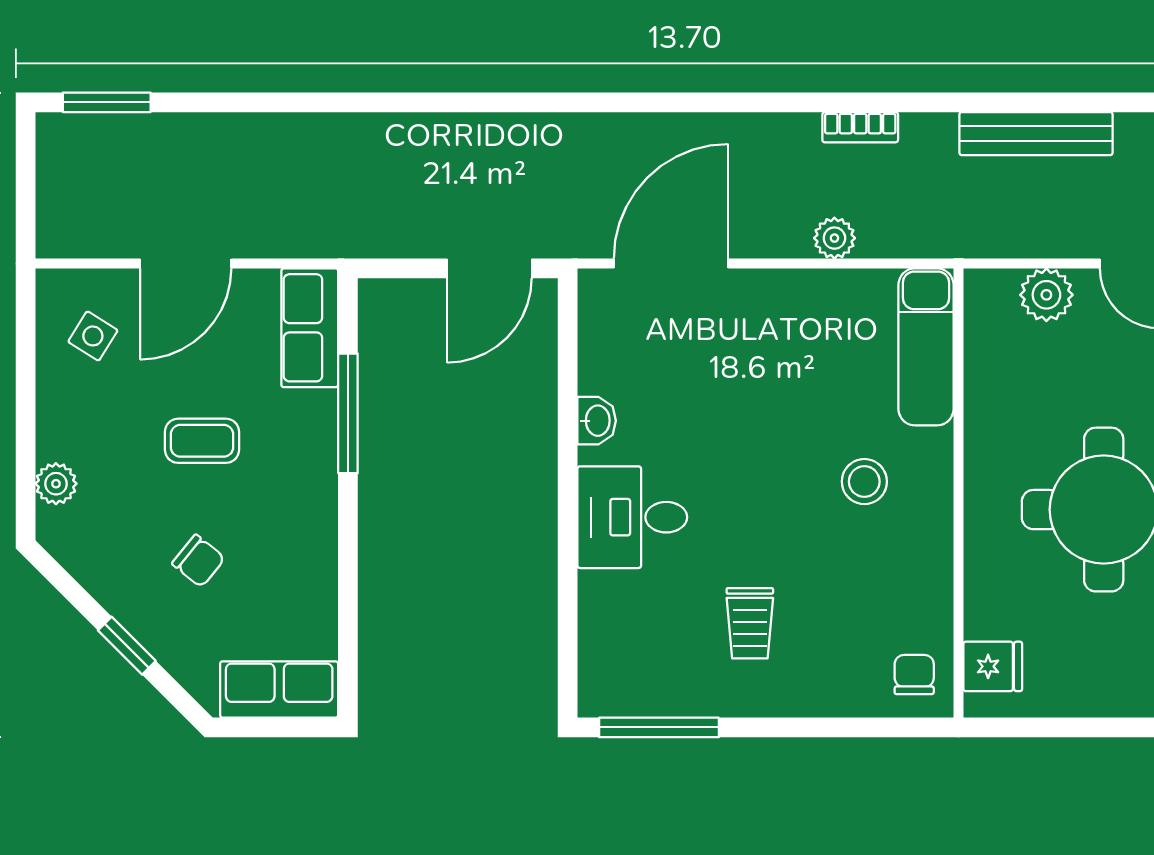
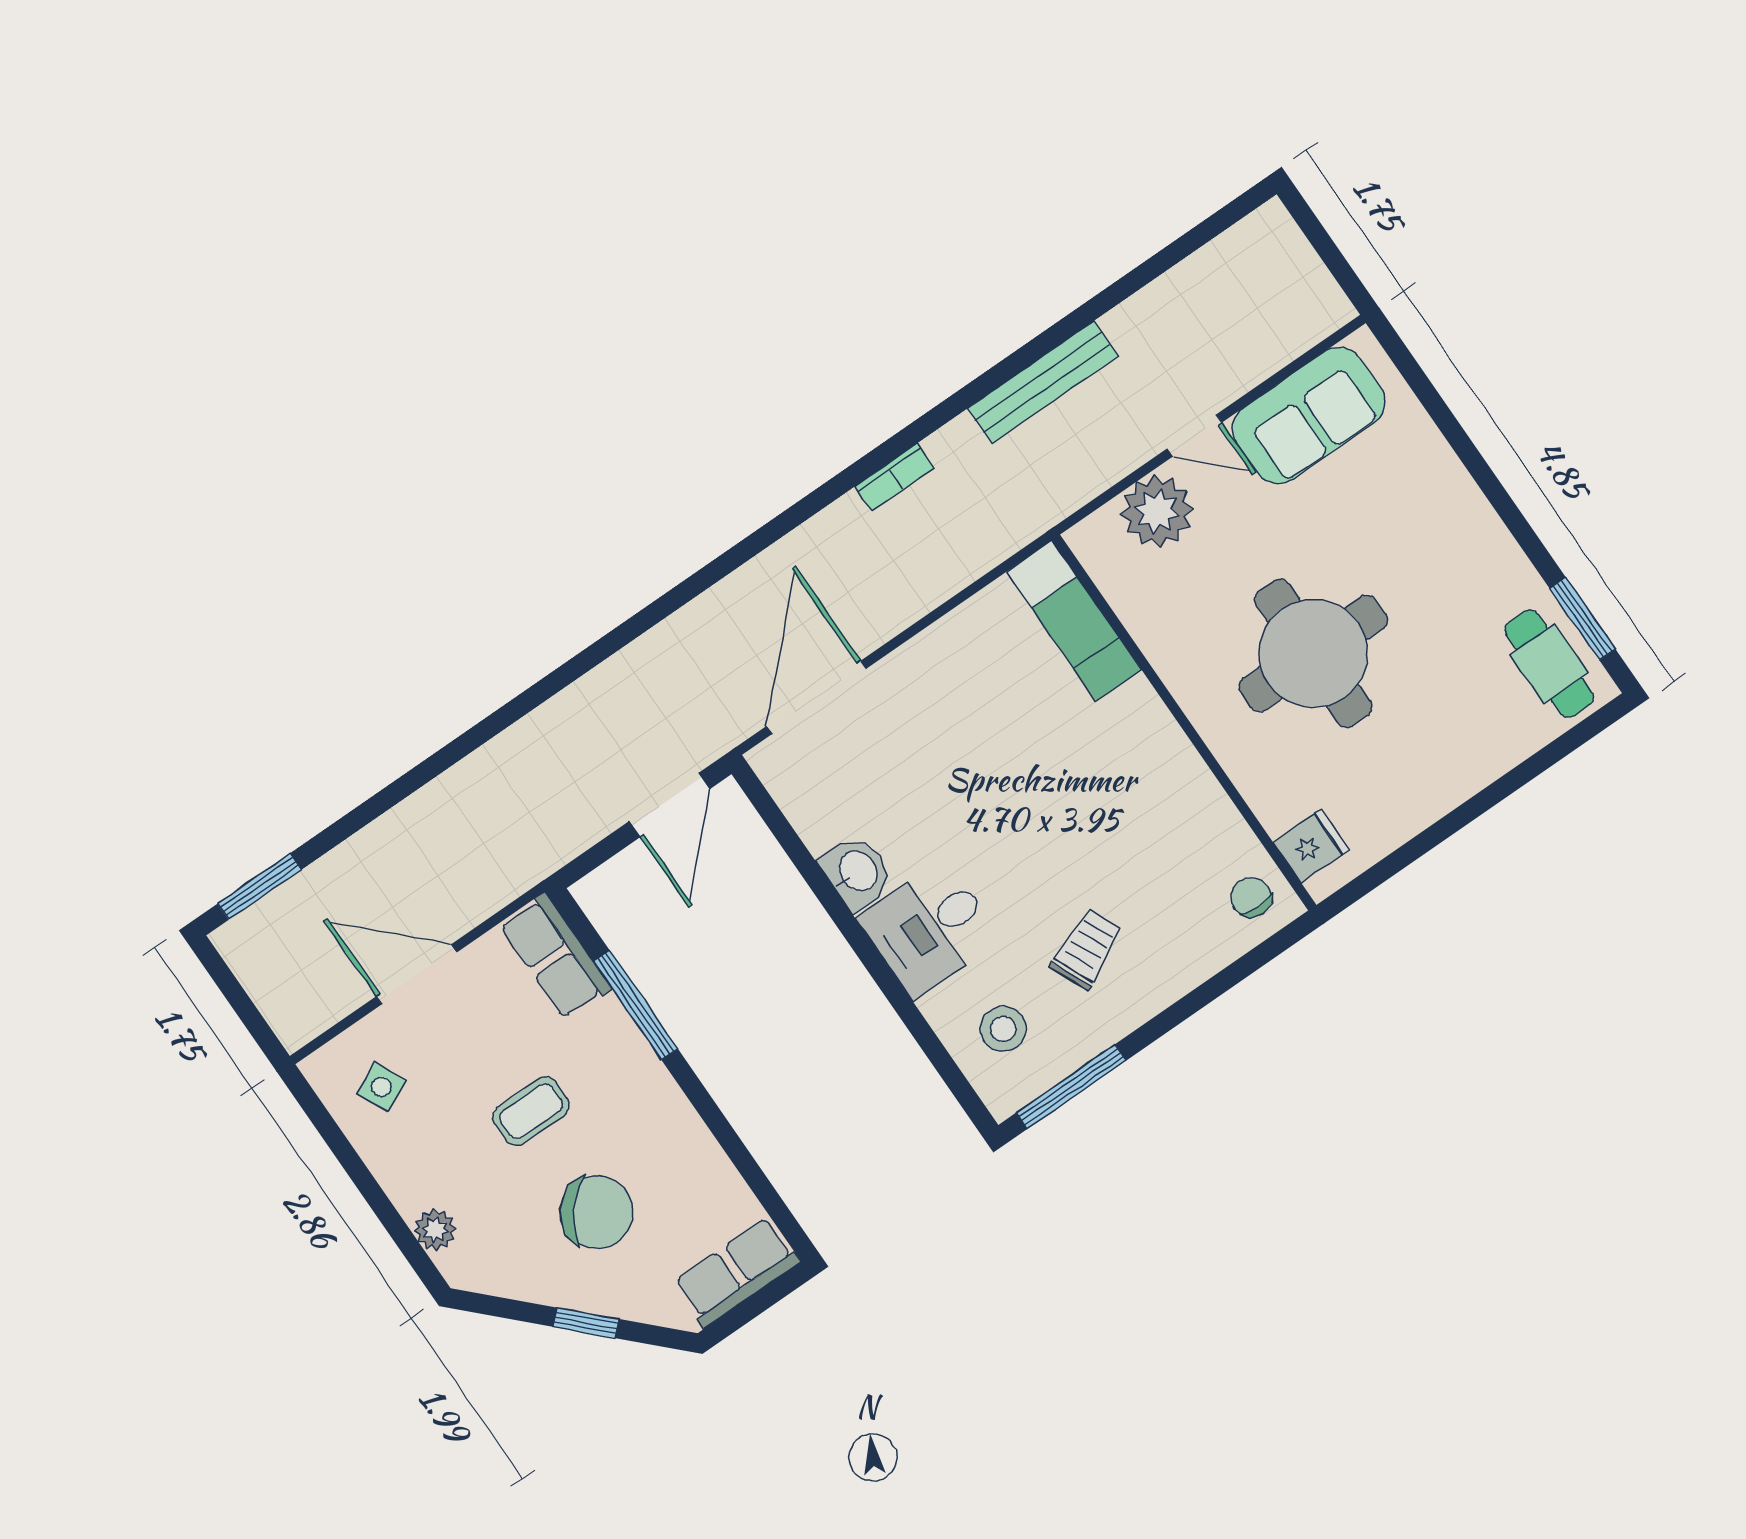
plant: (834, 238) -> (937, 583), removed
door: (186, 263) -> (416, 974), swing flipped
plant: (1046, 295) -> (1157, 511), width x1.36, depth x1.36
side table: (93, 336) -> (381, 1087), turned 33
washbasin: (597, 421) -> (857, 872), width x1.38, depth x1.45
stool: (864, 482) -> (1003, 1029), moved
chair: (198, 561) -> (597, 1212), width x1.87, depth x1.87
trolley: (750, 623) -> (1087, 949), turned -114

